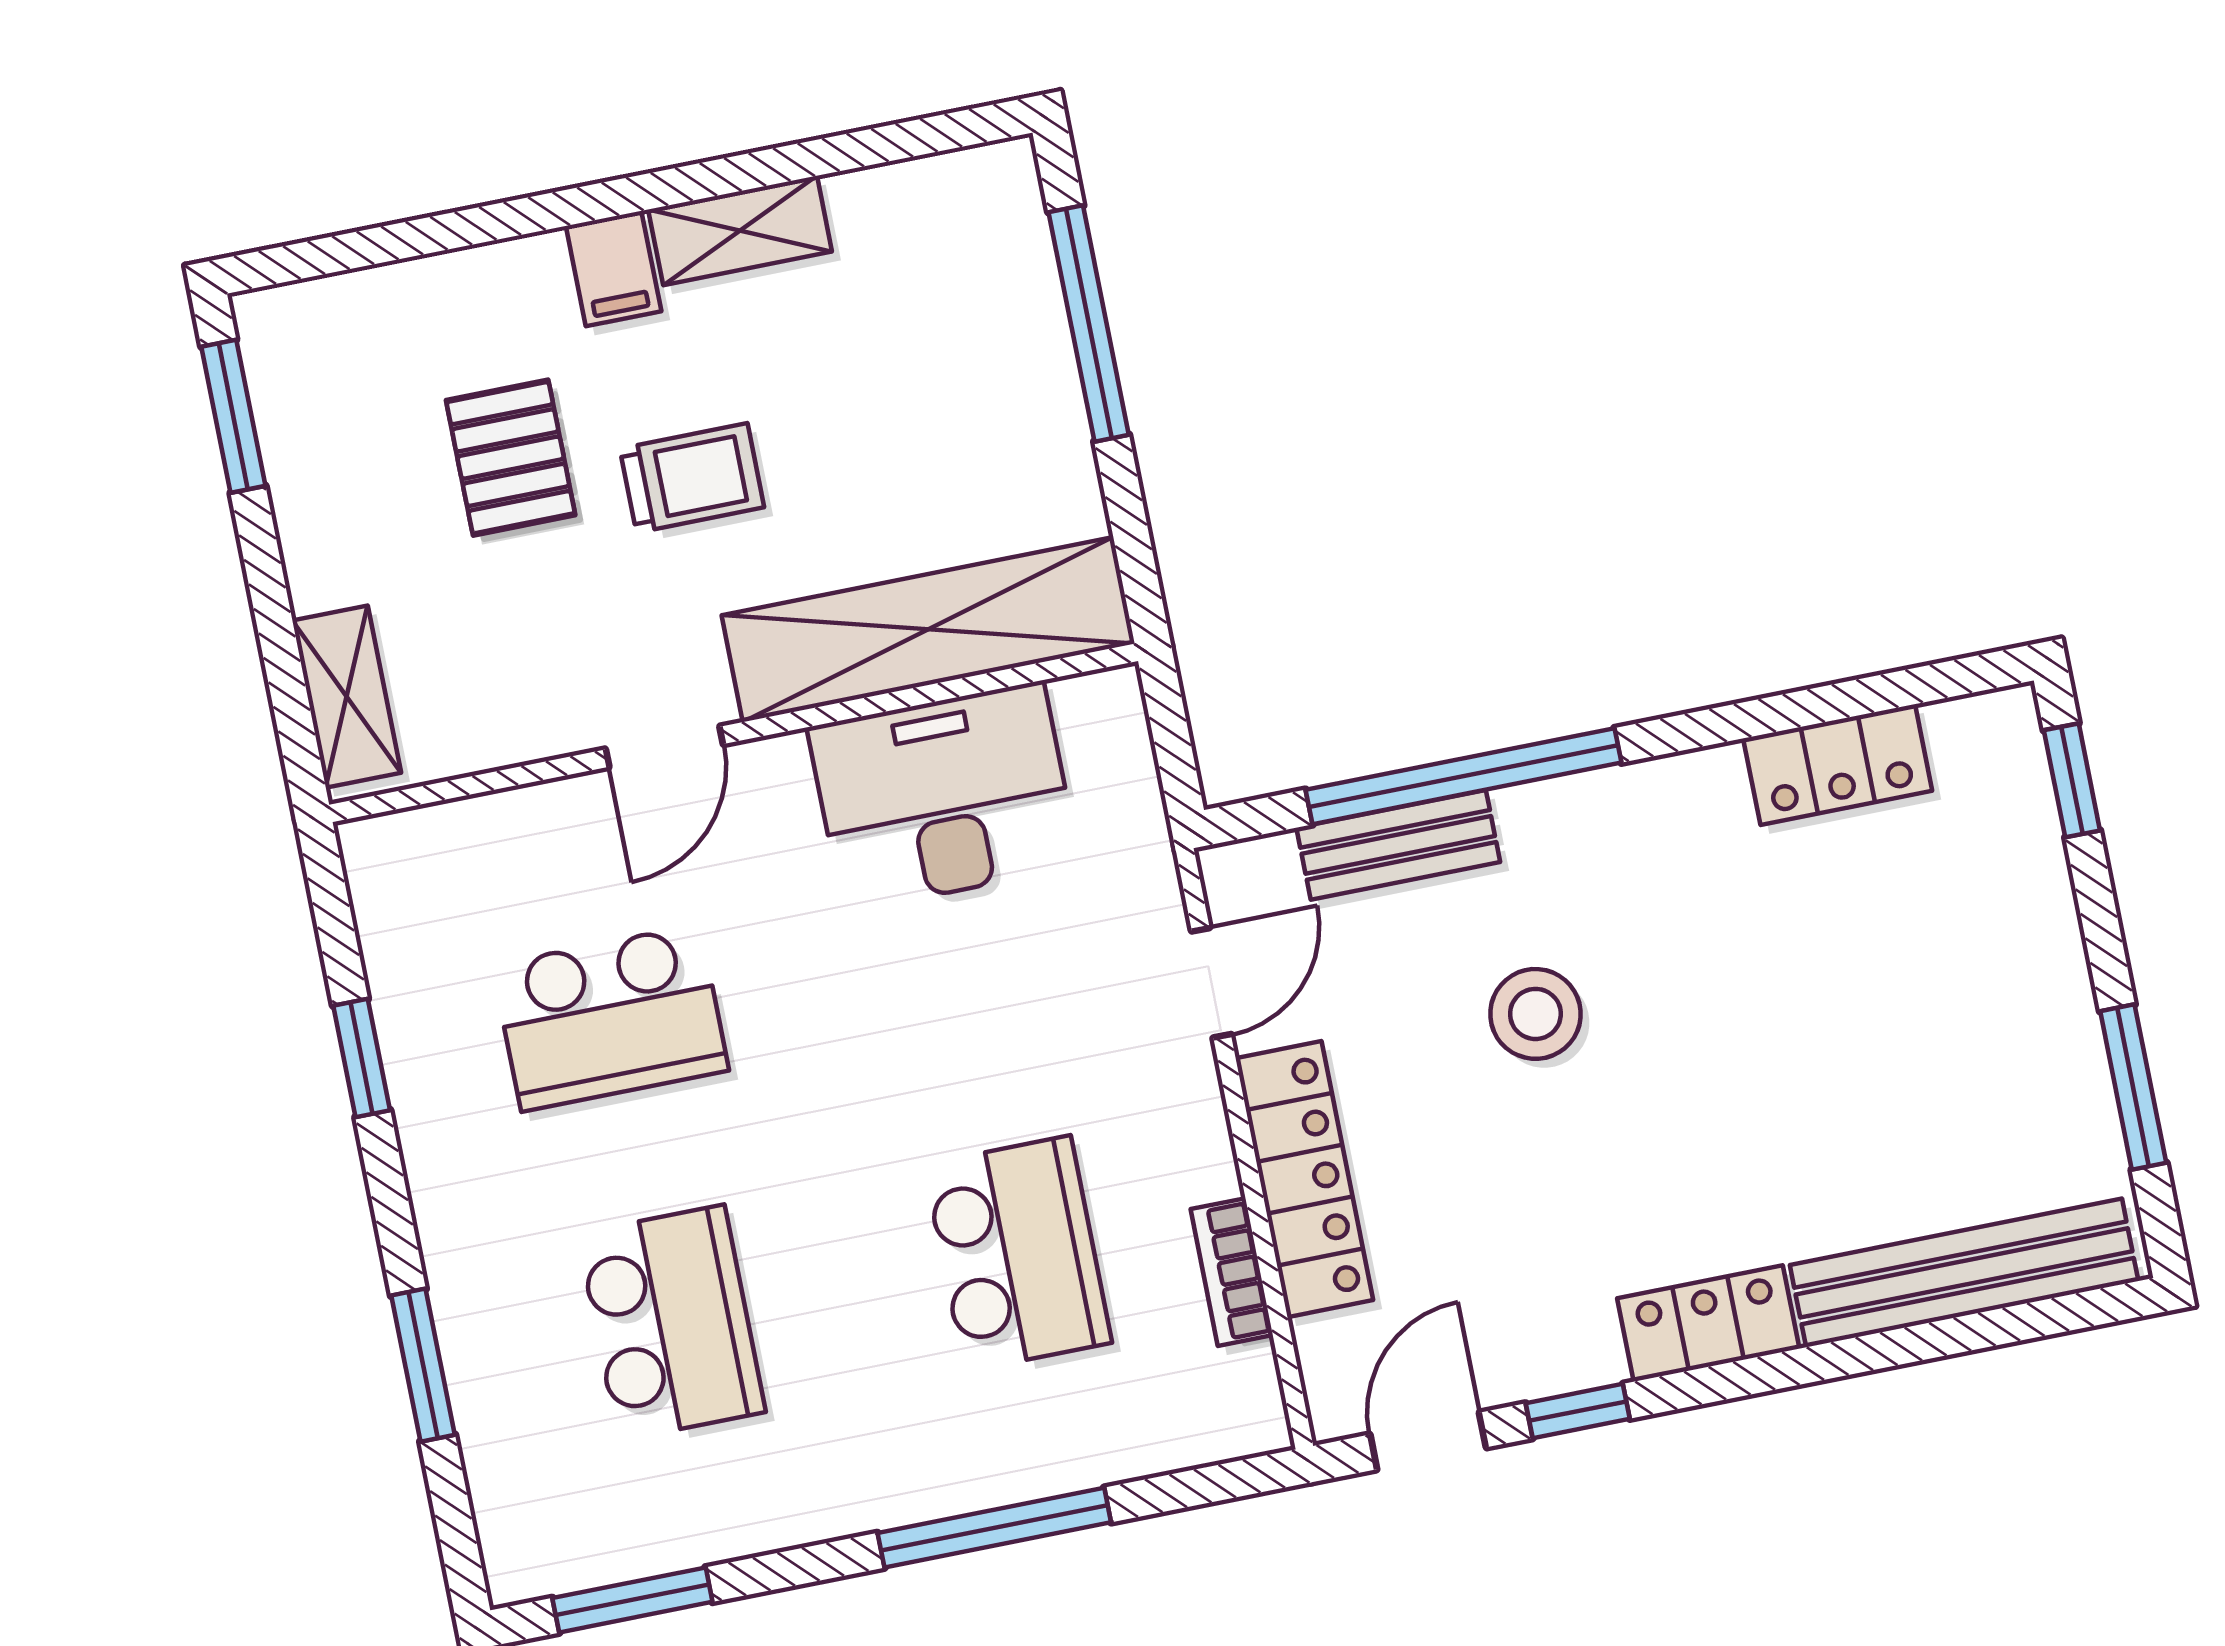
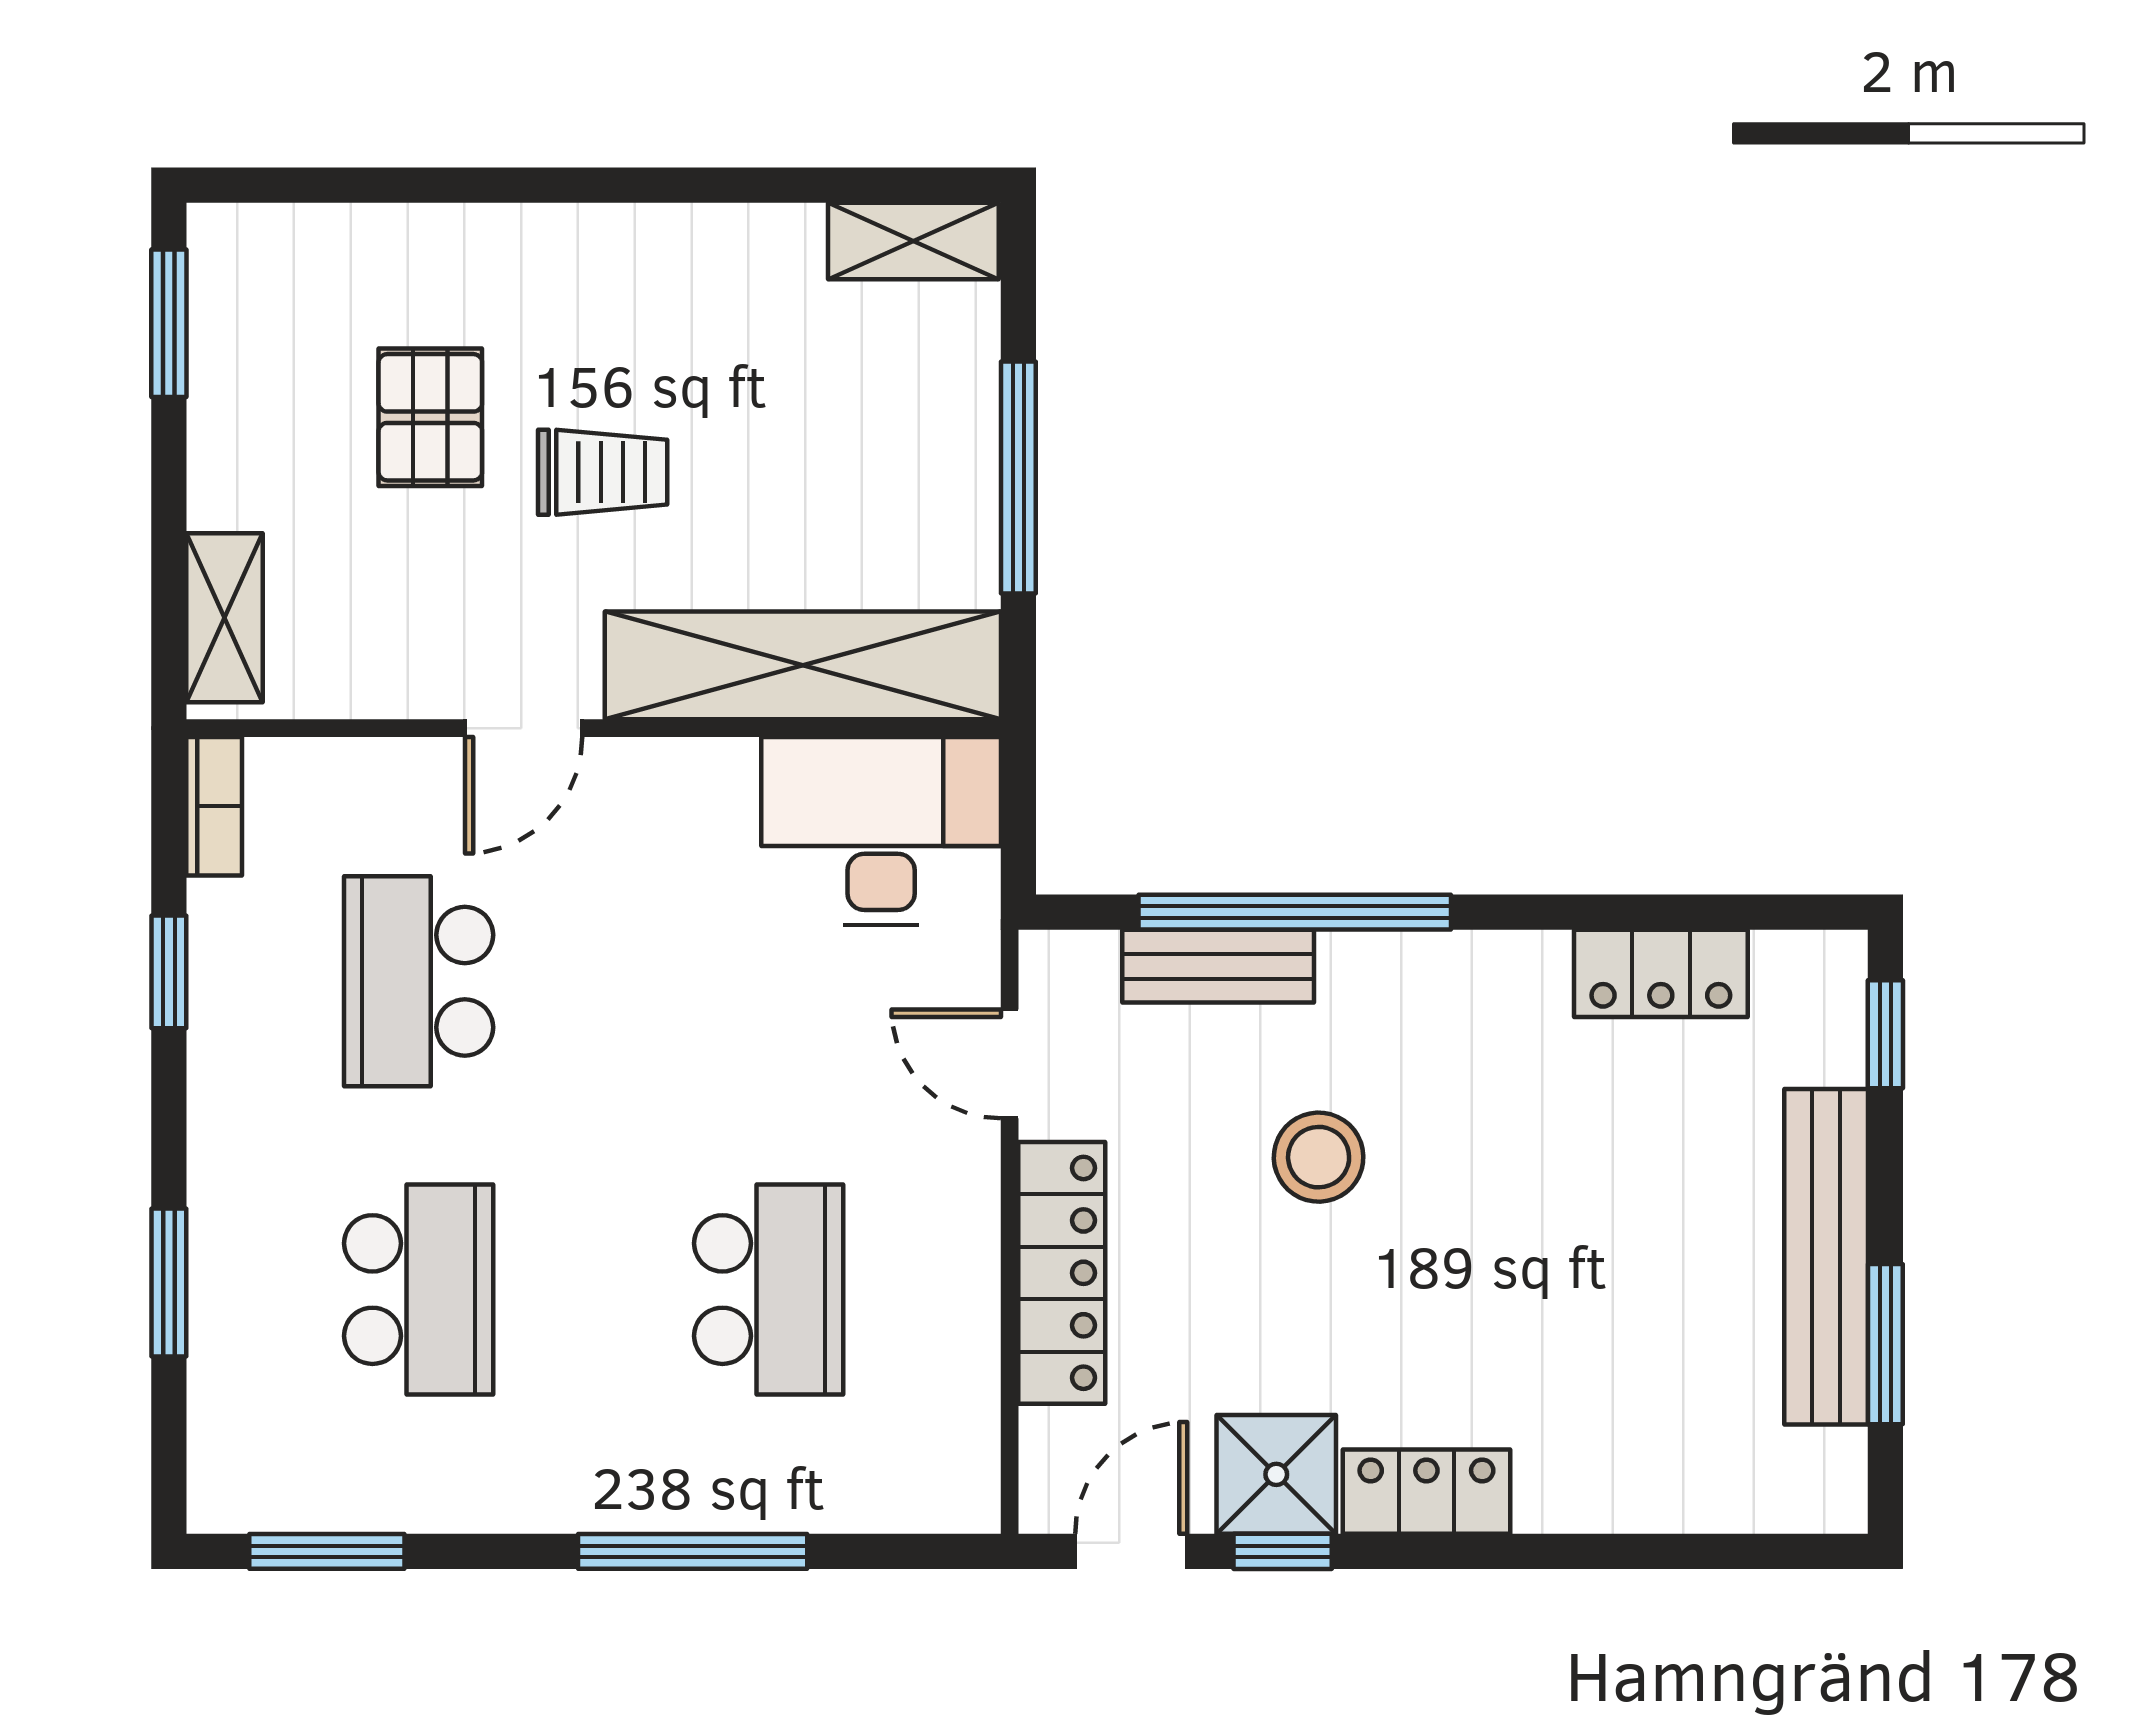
shelving: (740, 231) -> (913, 241), moved
filing cabinet: (614, 269) -> (567, 254), removed
window: (1089, 324) -> (1018, 478), moved
desk: (944, 797) -> (881, 831), moved
door: (1211, 983) -> (1010, 1064), swing flipped
school desk: (611, 1018) -> (419, 981), turned 90
bookcase: (1232, 1272) -> (214, 806), moved, turned 180
bench: (1964, 1273) -> (1826, 1257), moved, turned 90
shower: (1556, 1336) -> (1276, 1474), added

